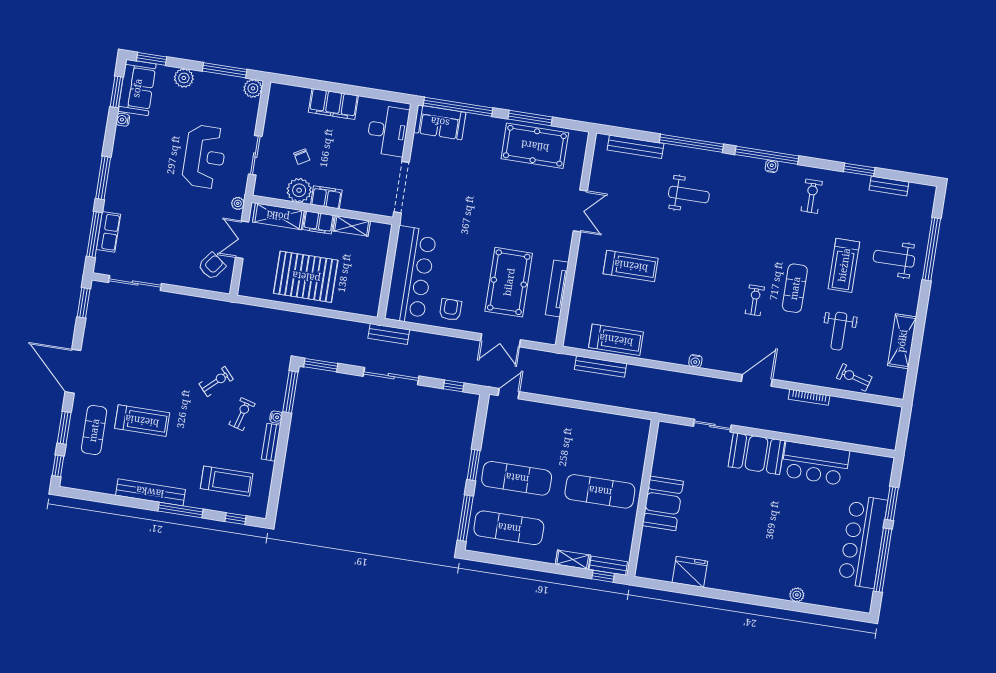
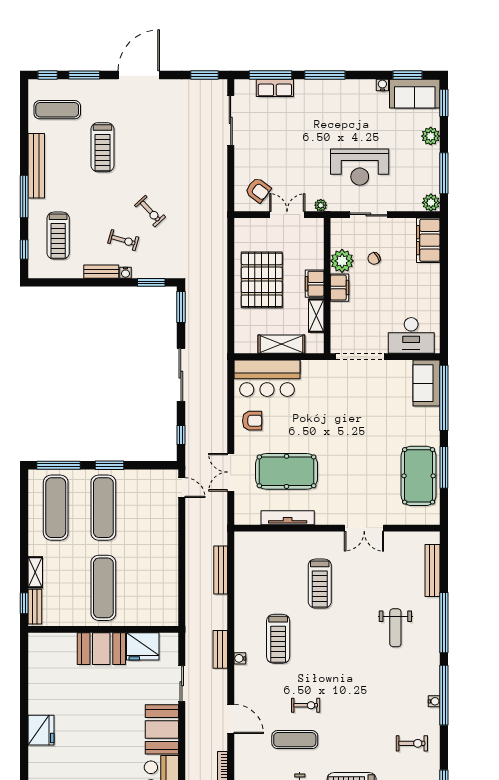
filing cabinet: (333, 104) -> (428, 240), moved
shelving: (278, 216) -> (281, 344), moved, turned 90
bar counter: (411, 275) -> (267, 378), width x0.73
exercise mat: (795, 288) -> (295, 740), moved
bench: (389, 334) -> (220, 649), moved
treadmill: (616, 340) -> (278, 639), moved
window: (290, 392) -> (151, 282), width x0.69
exercise mat: (94, 430) -> (57, 110), moved
fridge: (667, 460) -> (143, 646), added
fridge: (690, 572) -> (41, 730), moved

